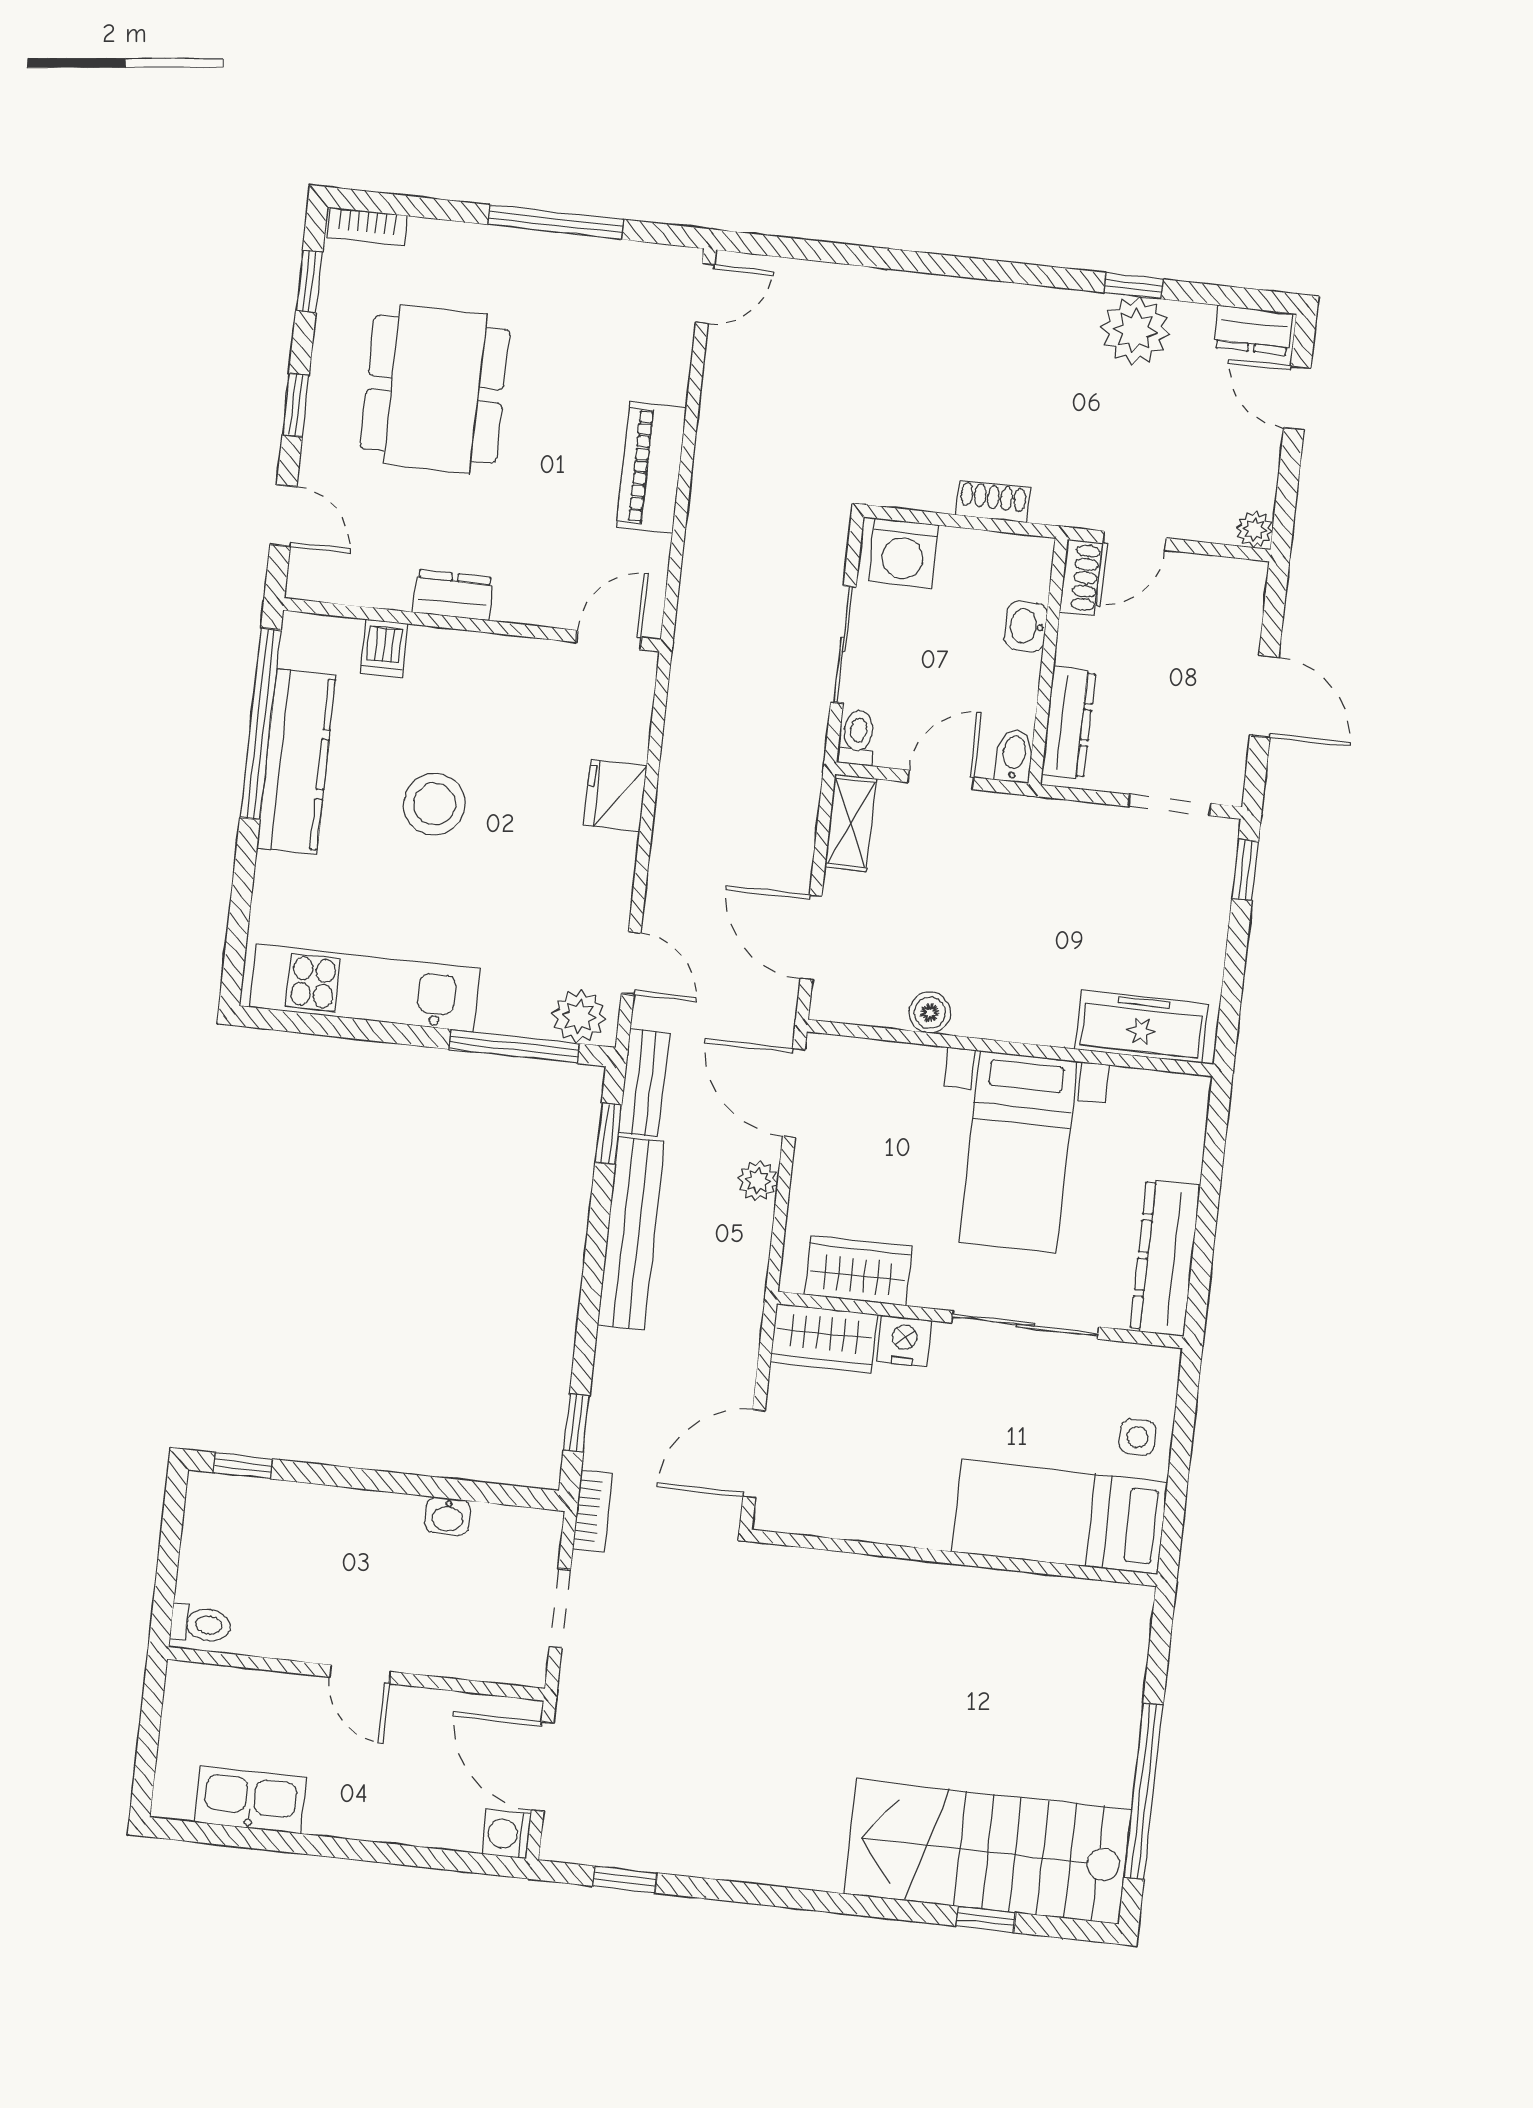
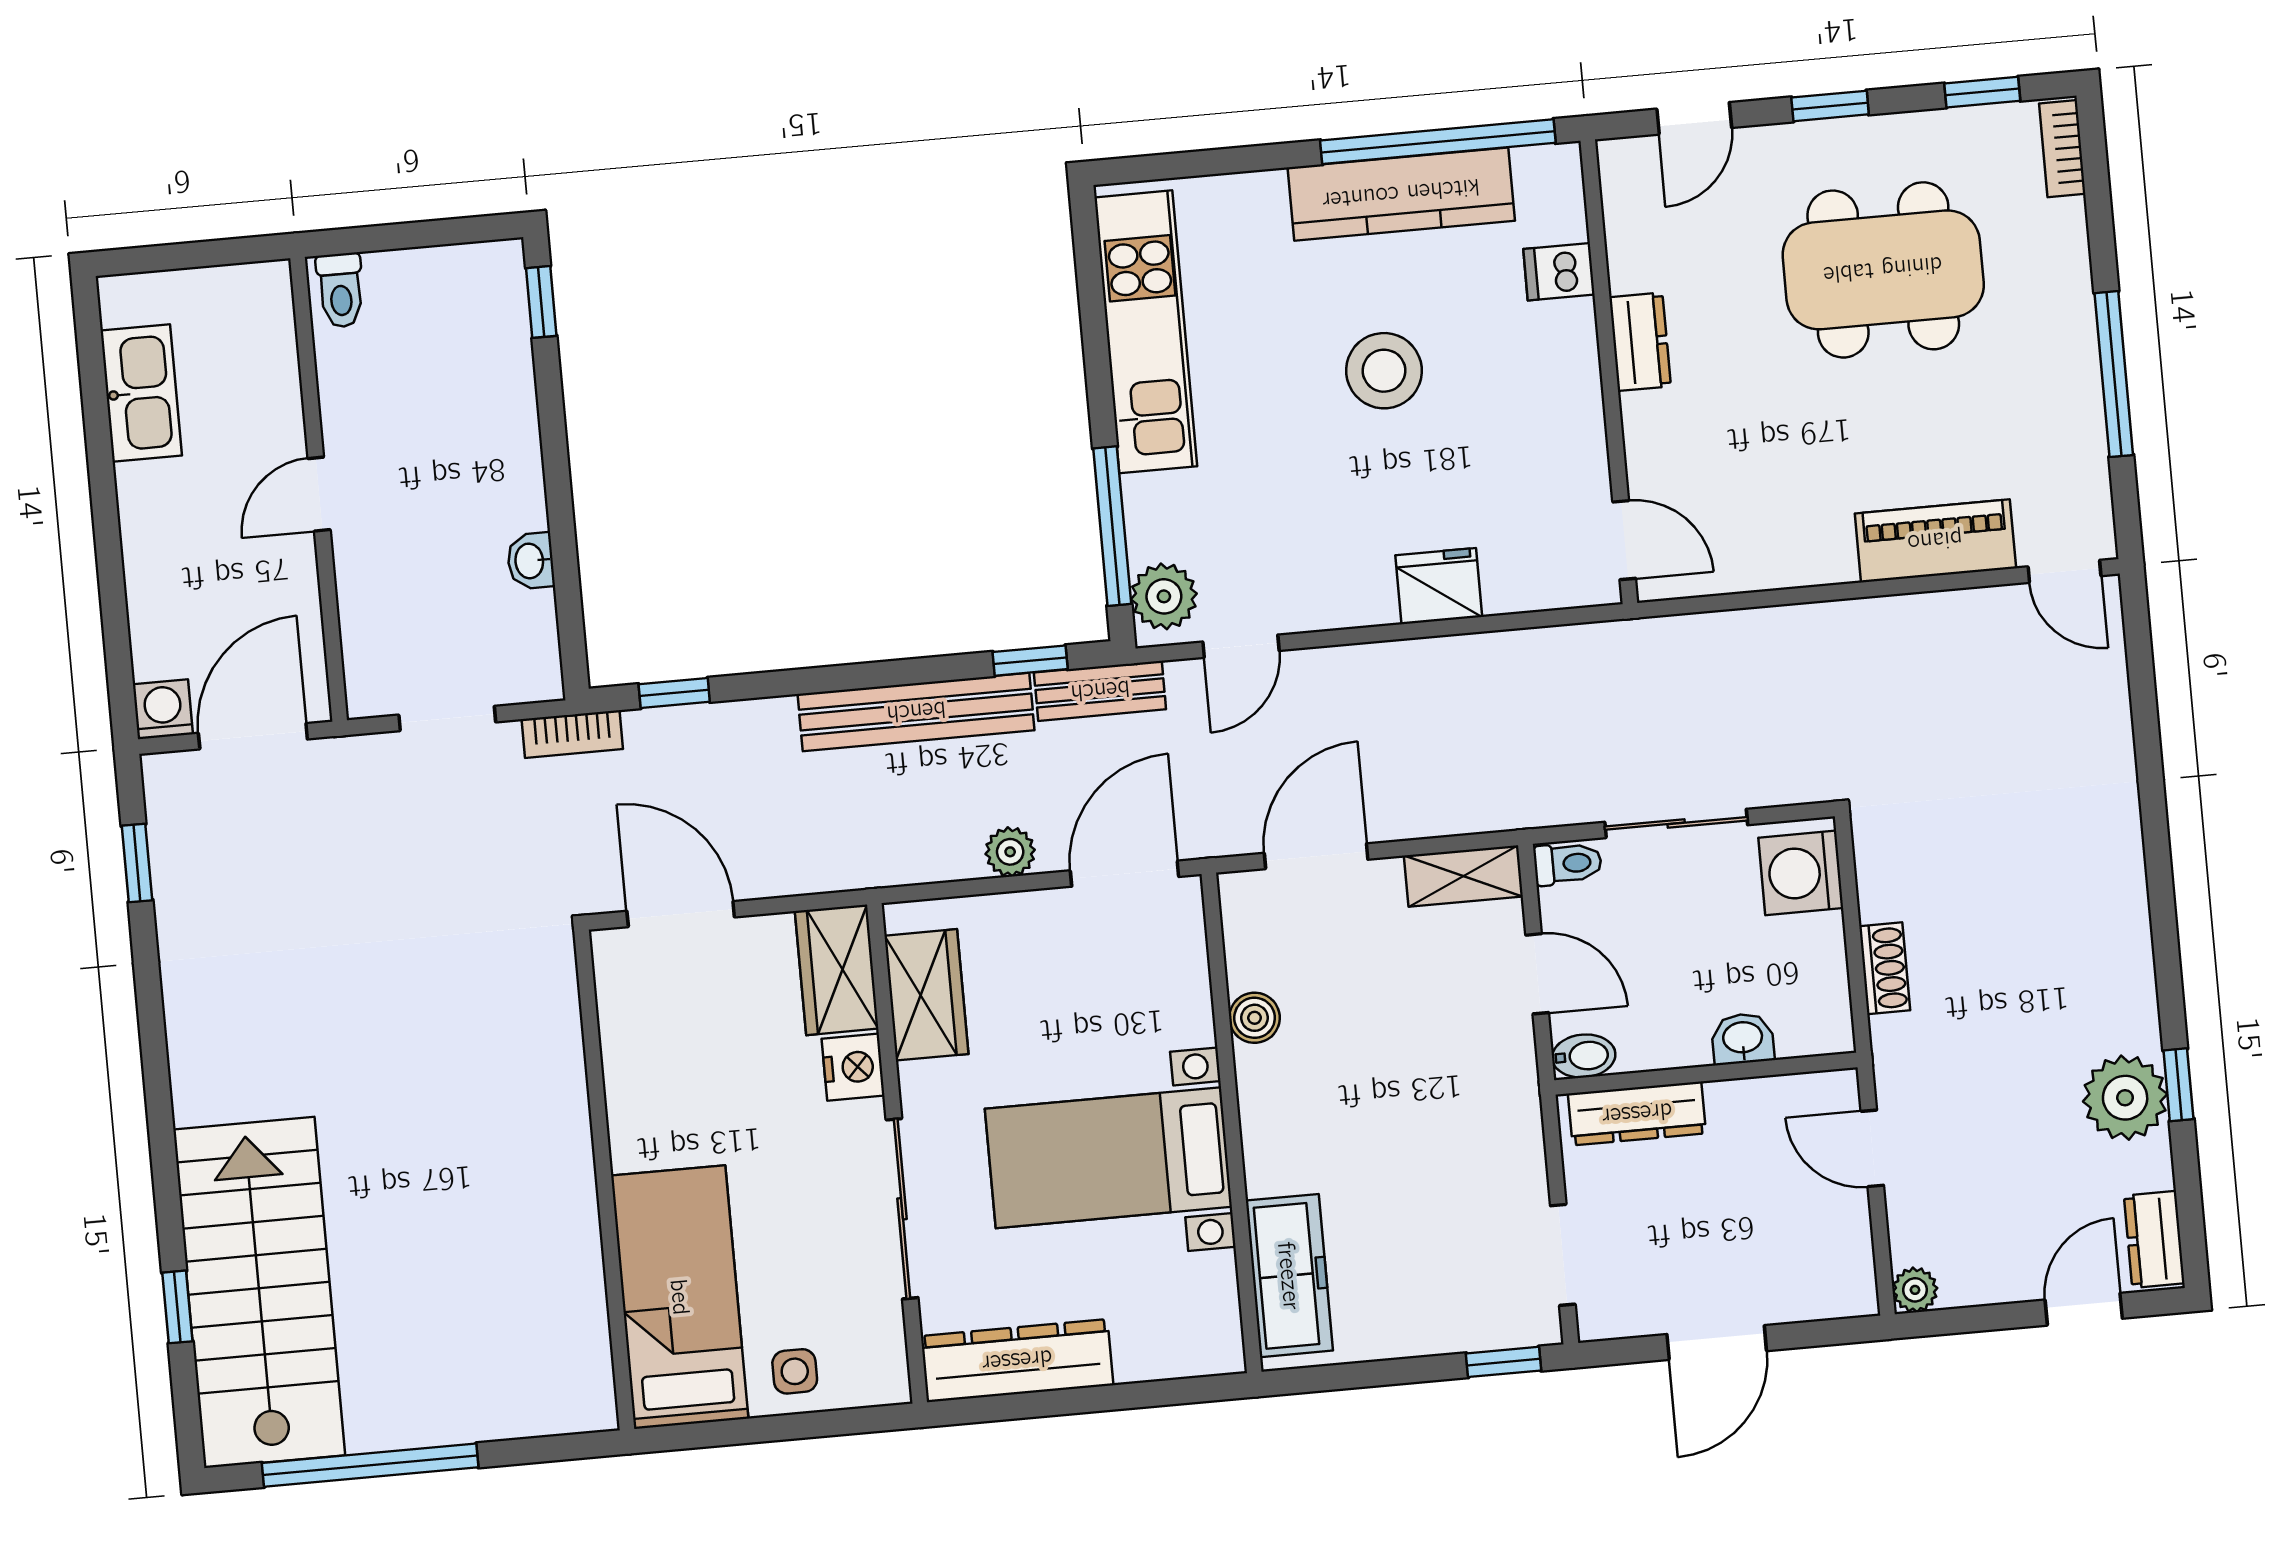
piano: (651, 467) -> (1935, 541), moved
shoe rack: (1081, 577) -> (1815, 1093), removed

